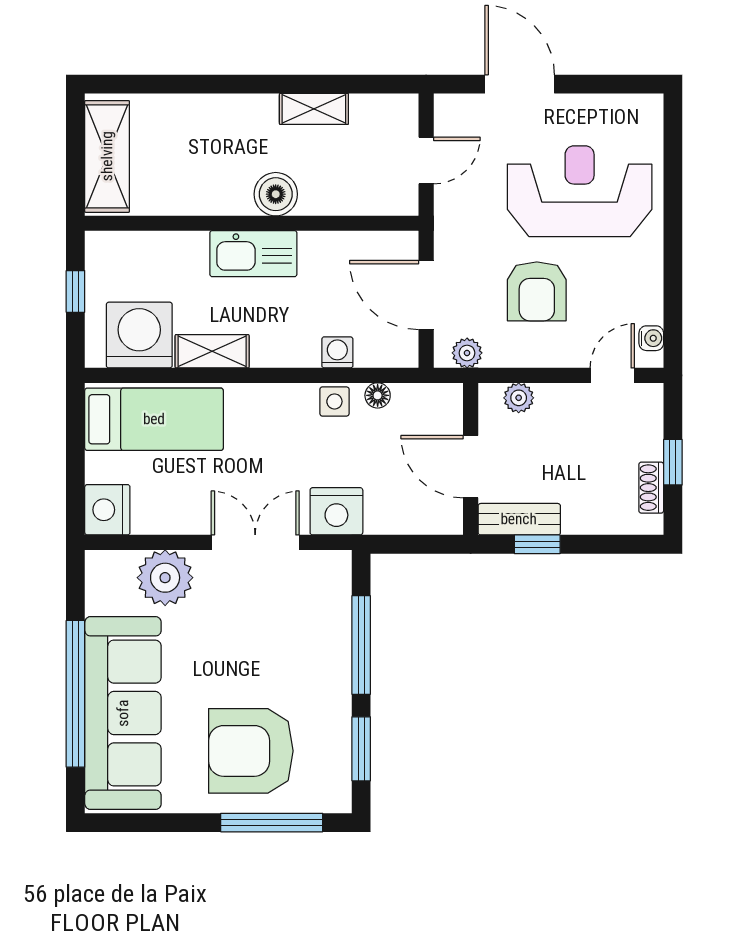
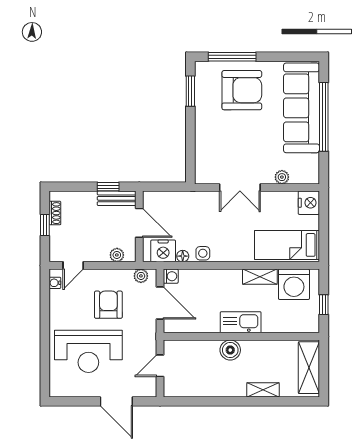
shelving: (314, 109) -> (263, 390), moved
washing machine: (337, 352) -> (171, 276), moved, turned -90
nightstand: (336, 511) -> (163, 251), moved, turned 180
plant: (165, 578) -> (282, 177), width x0.53, depth x0.53
window: (361, 645) -> (190, 140), removed

